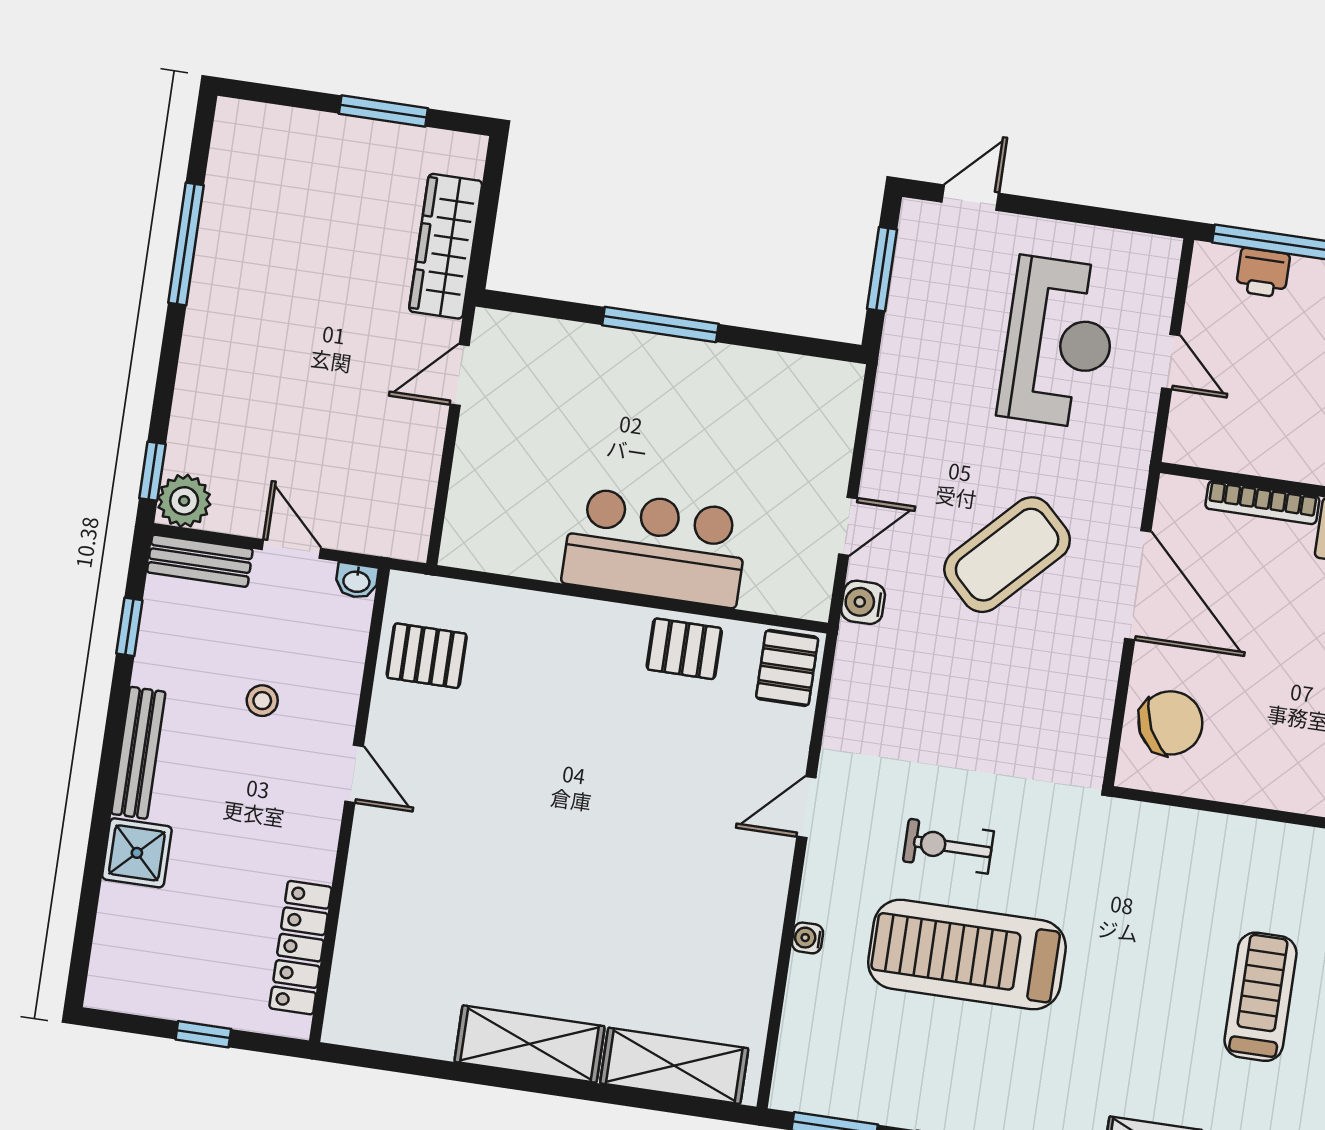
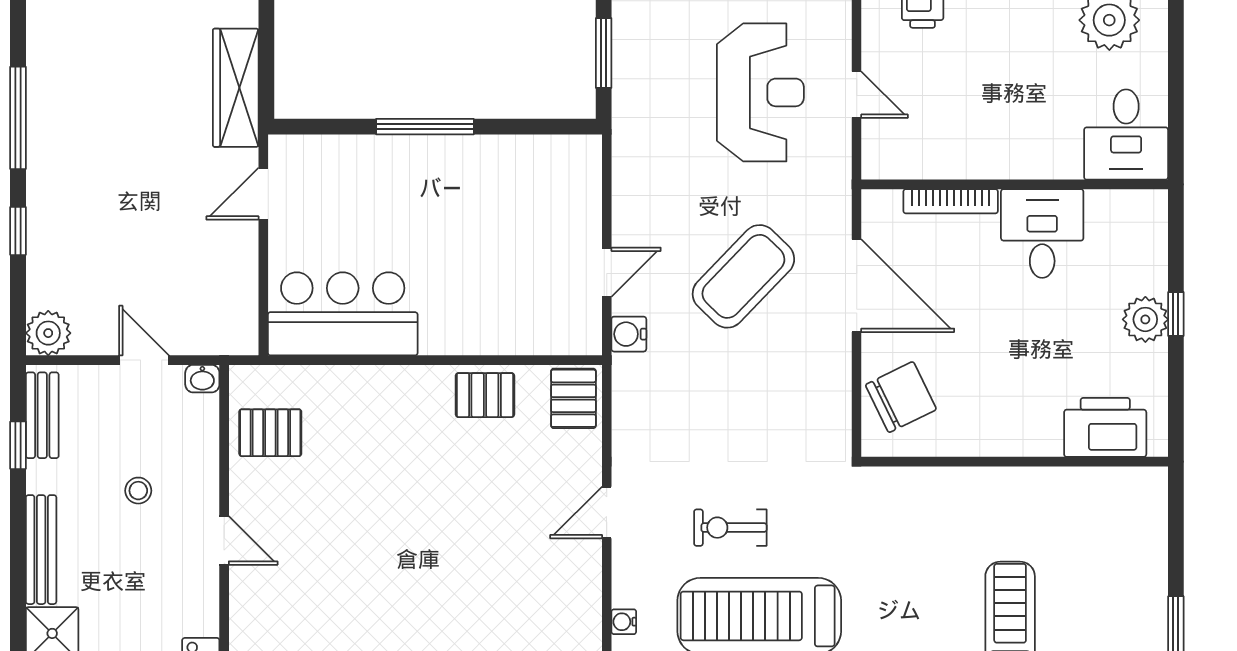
window: (152, 471) -> (18, 231), moved
bar counter: (655, 547) -> (343, 314), moved
bench: (200, 561) -> (42, 415), moved, turned 90

